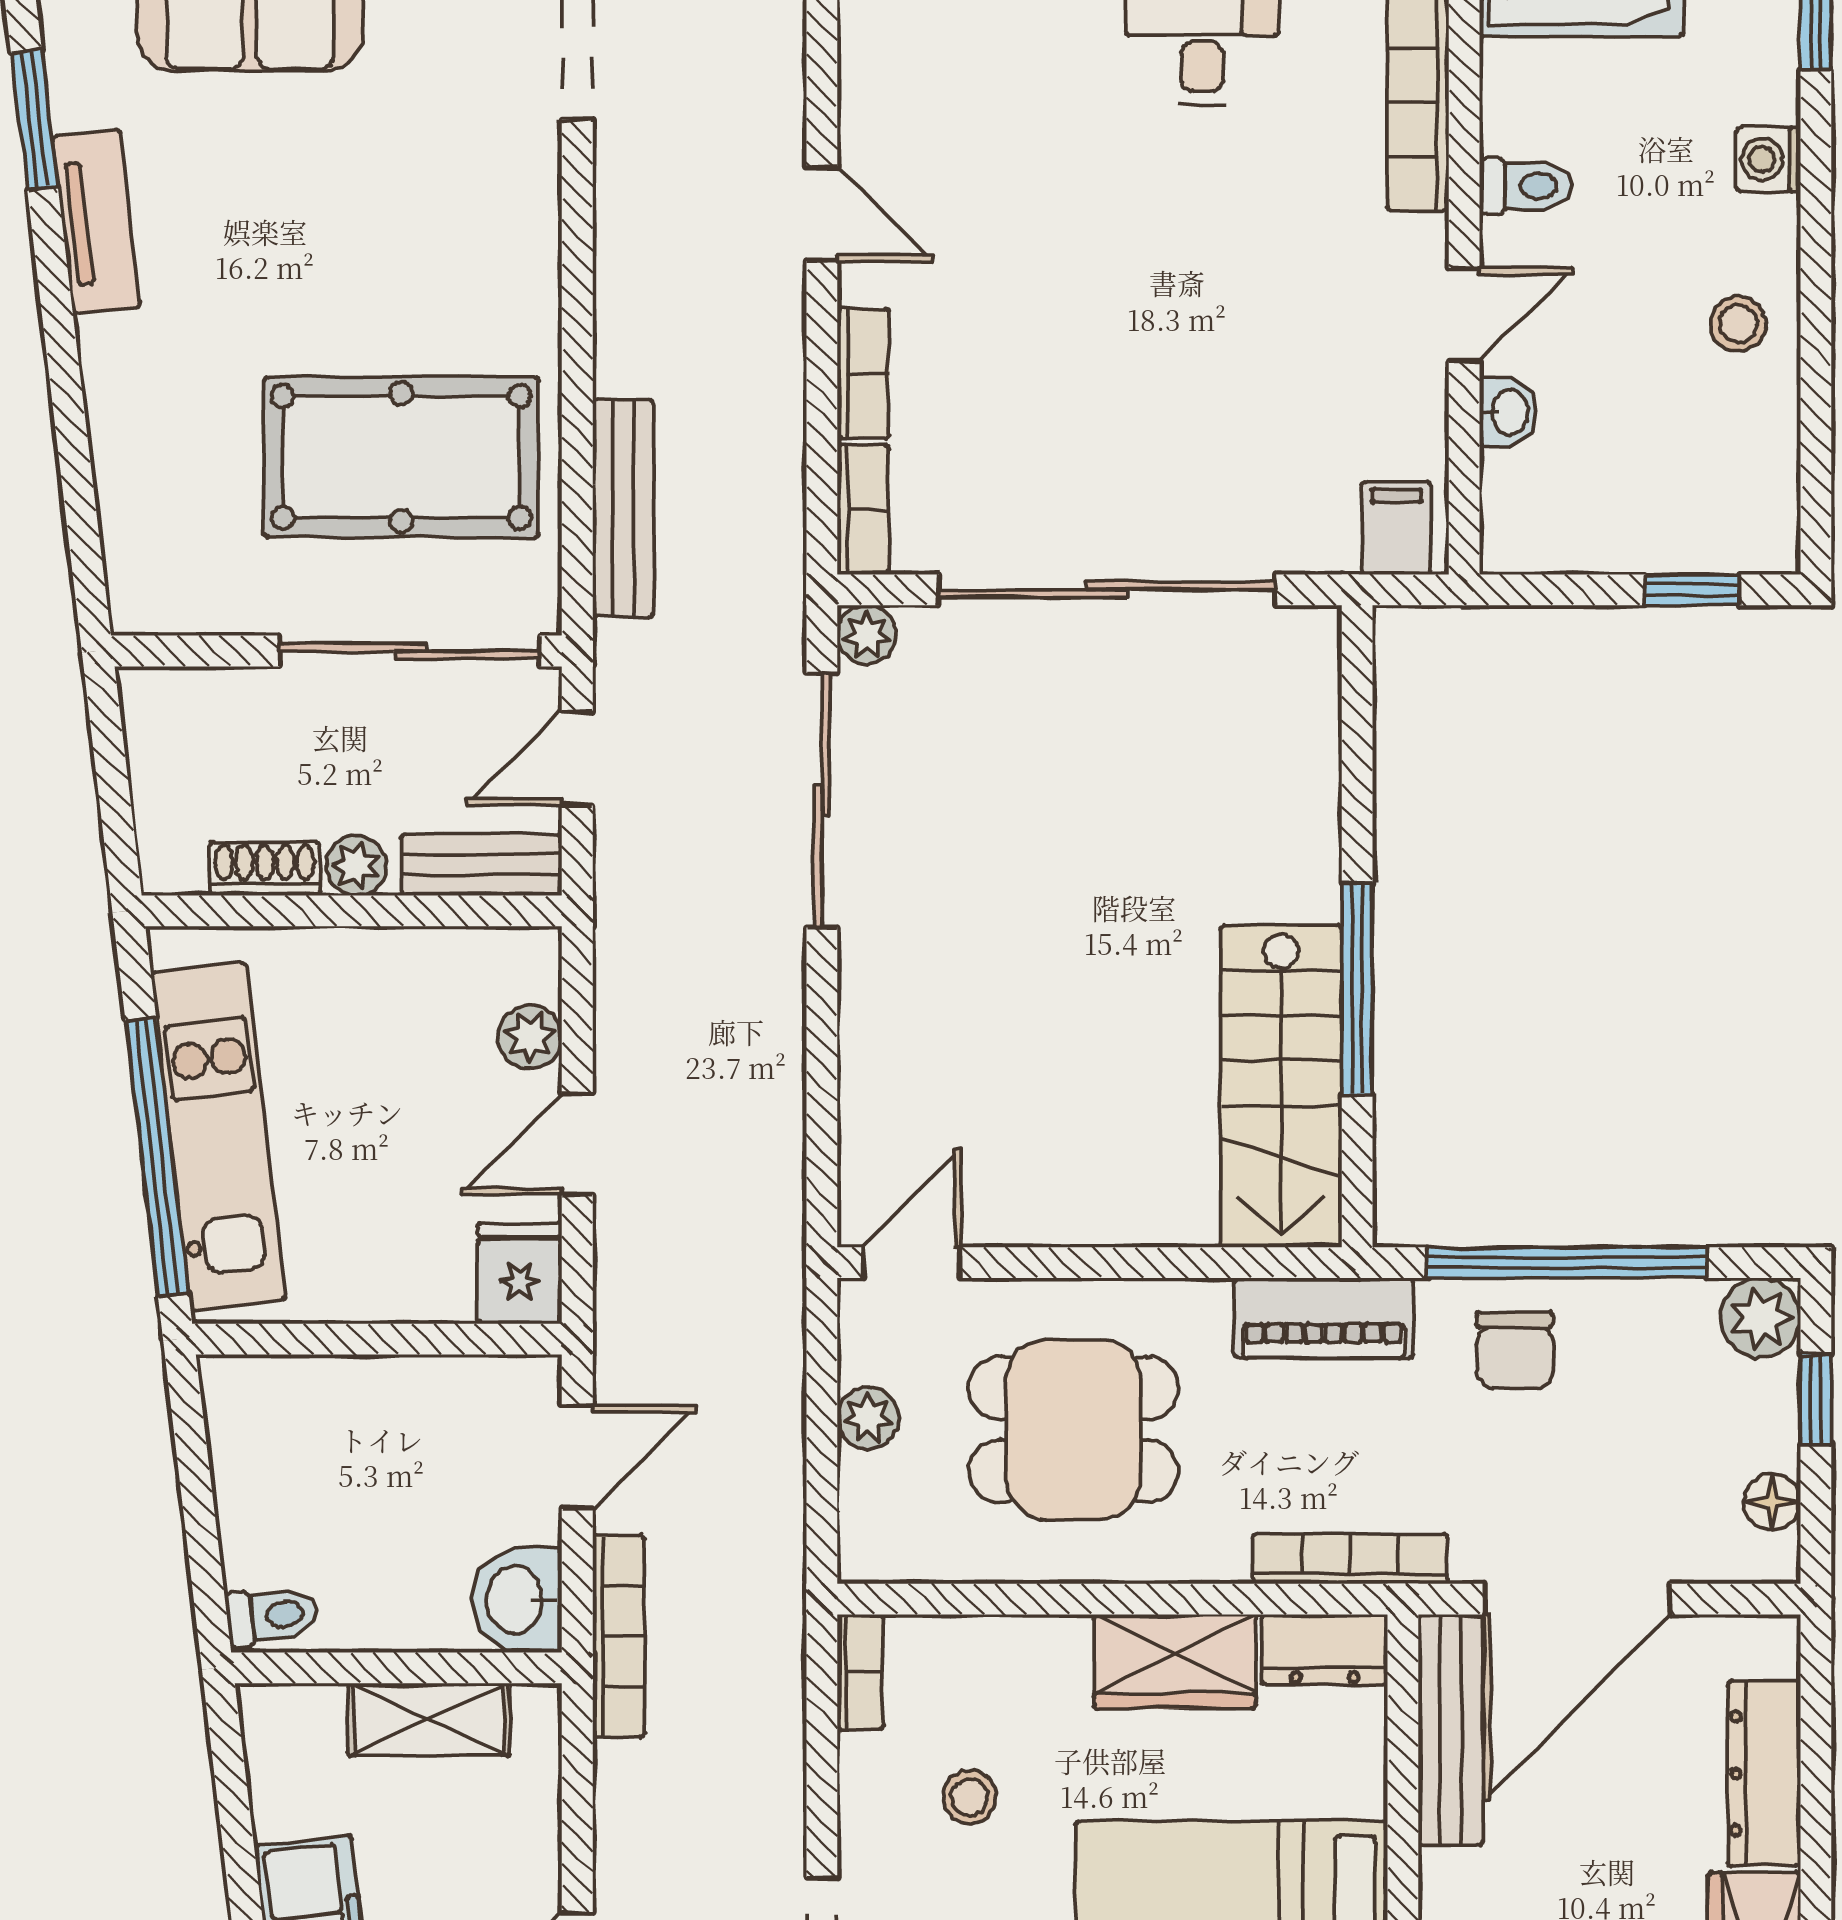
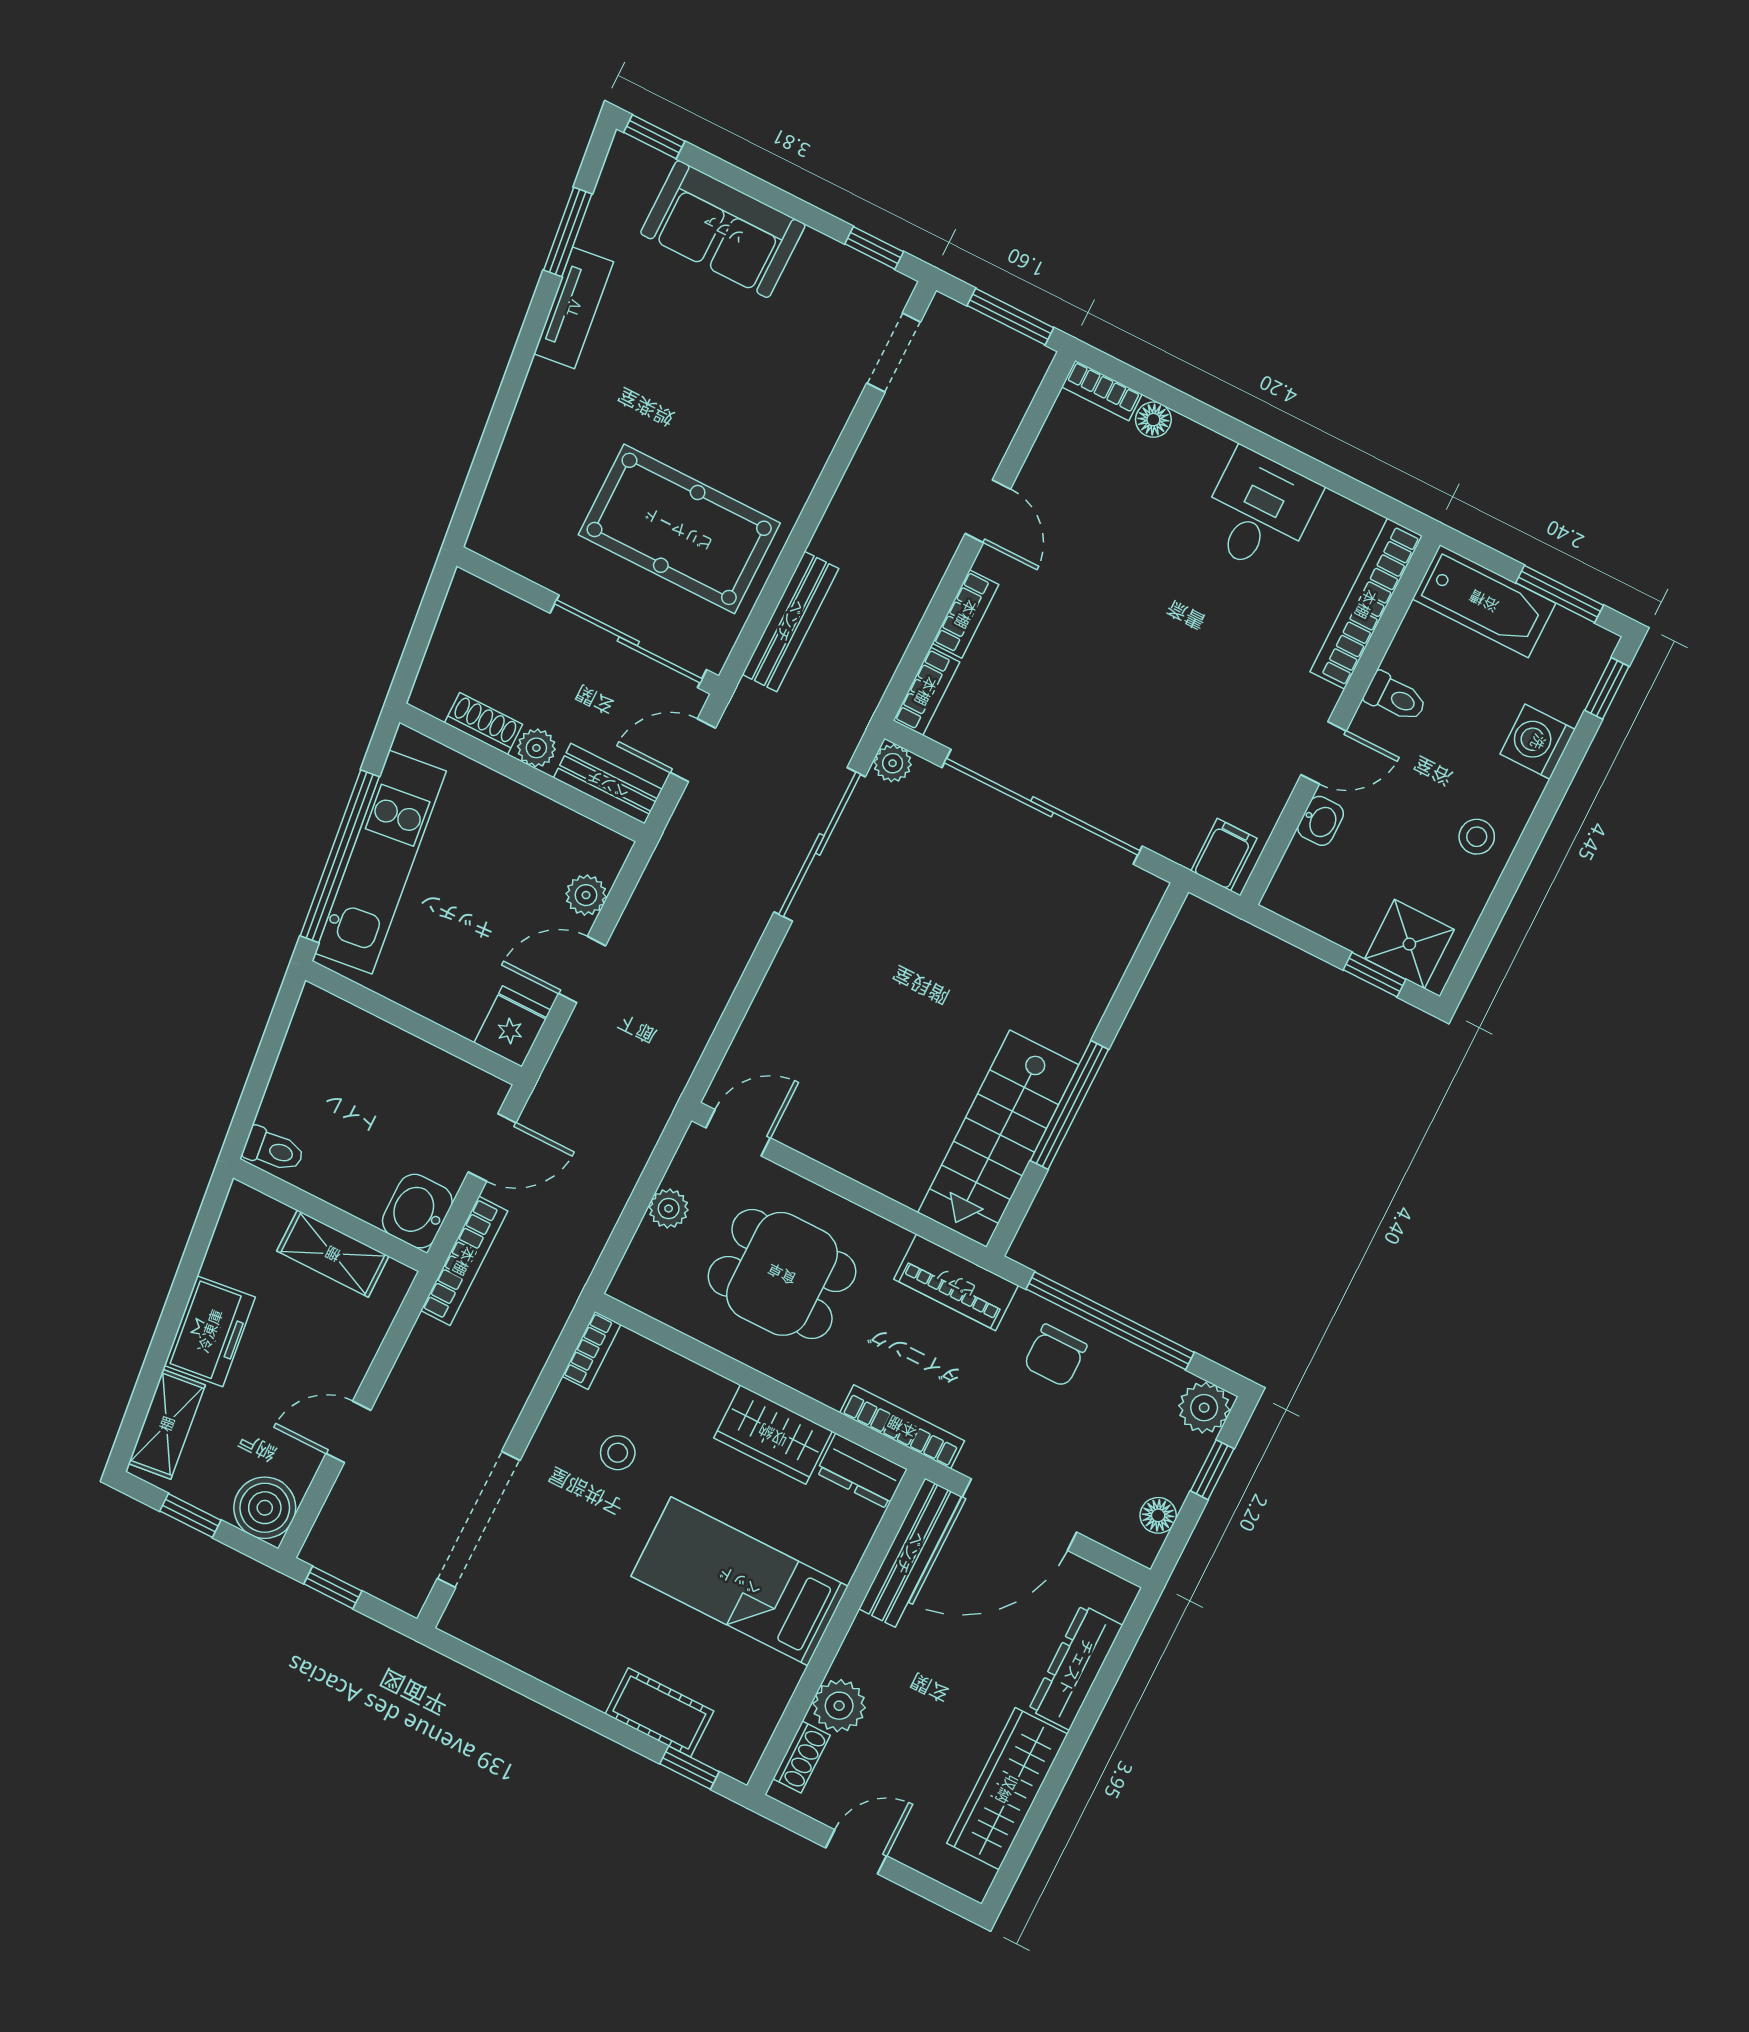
washing machine: (1768, 160) -> (1538, 742), width x1.38, depth x1.38
shower: (1720, 522) -> (1409, 944), added

